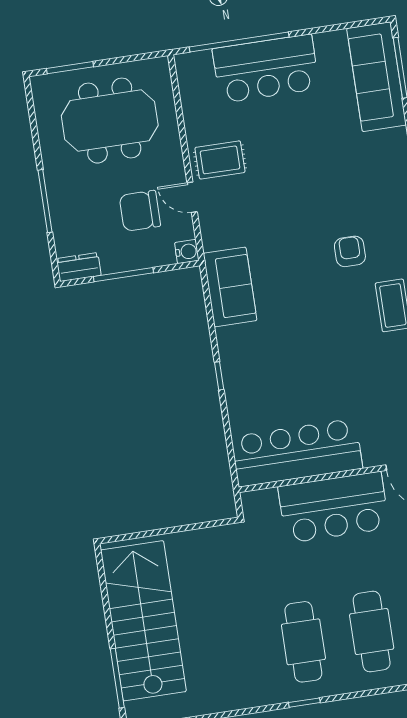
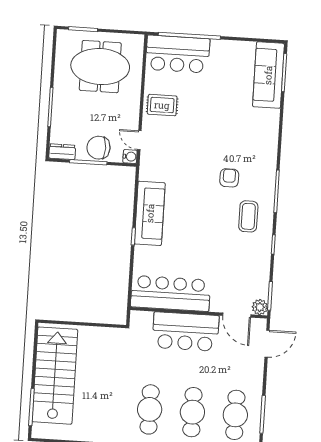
bar counter: (266, 69) -> (178, 54), moved
door: (192, 197) -> (139, 140), moved
chair: (140, 211) -> (98, 148), moved
sofa: (230, 287) -> (150, 213), moved, width x1.36

